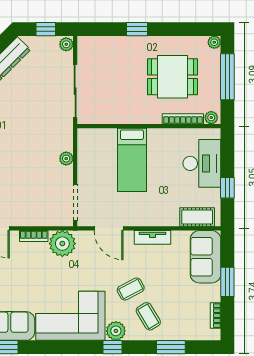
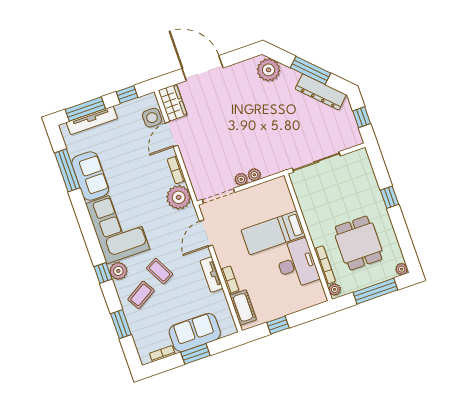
plant: (66, 44) -> (241, 179), moved
desk: (202, 163) -> (297, 264), moved, turned -90
bookcase: (164, 221) -> (230, 280), added
sofa: (205, 257) -> (195, 332), moved

